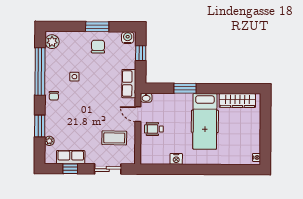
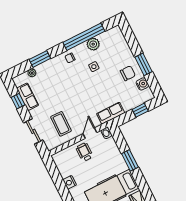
water cooler: (128, 38) -> (142, 84), moved
plant: (52, 42) -> (93, 44), moved

